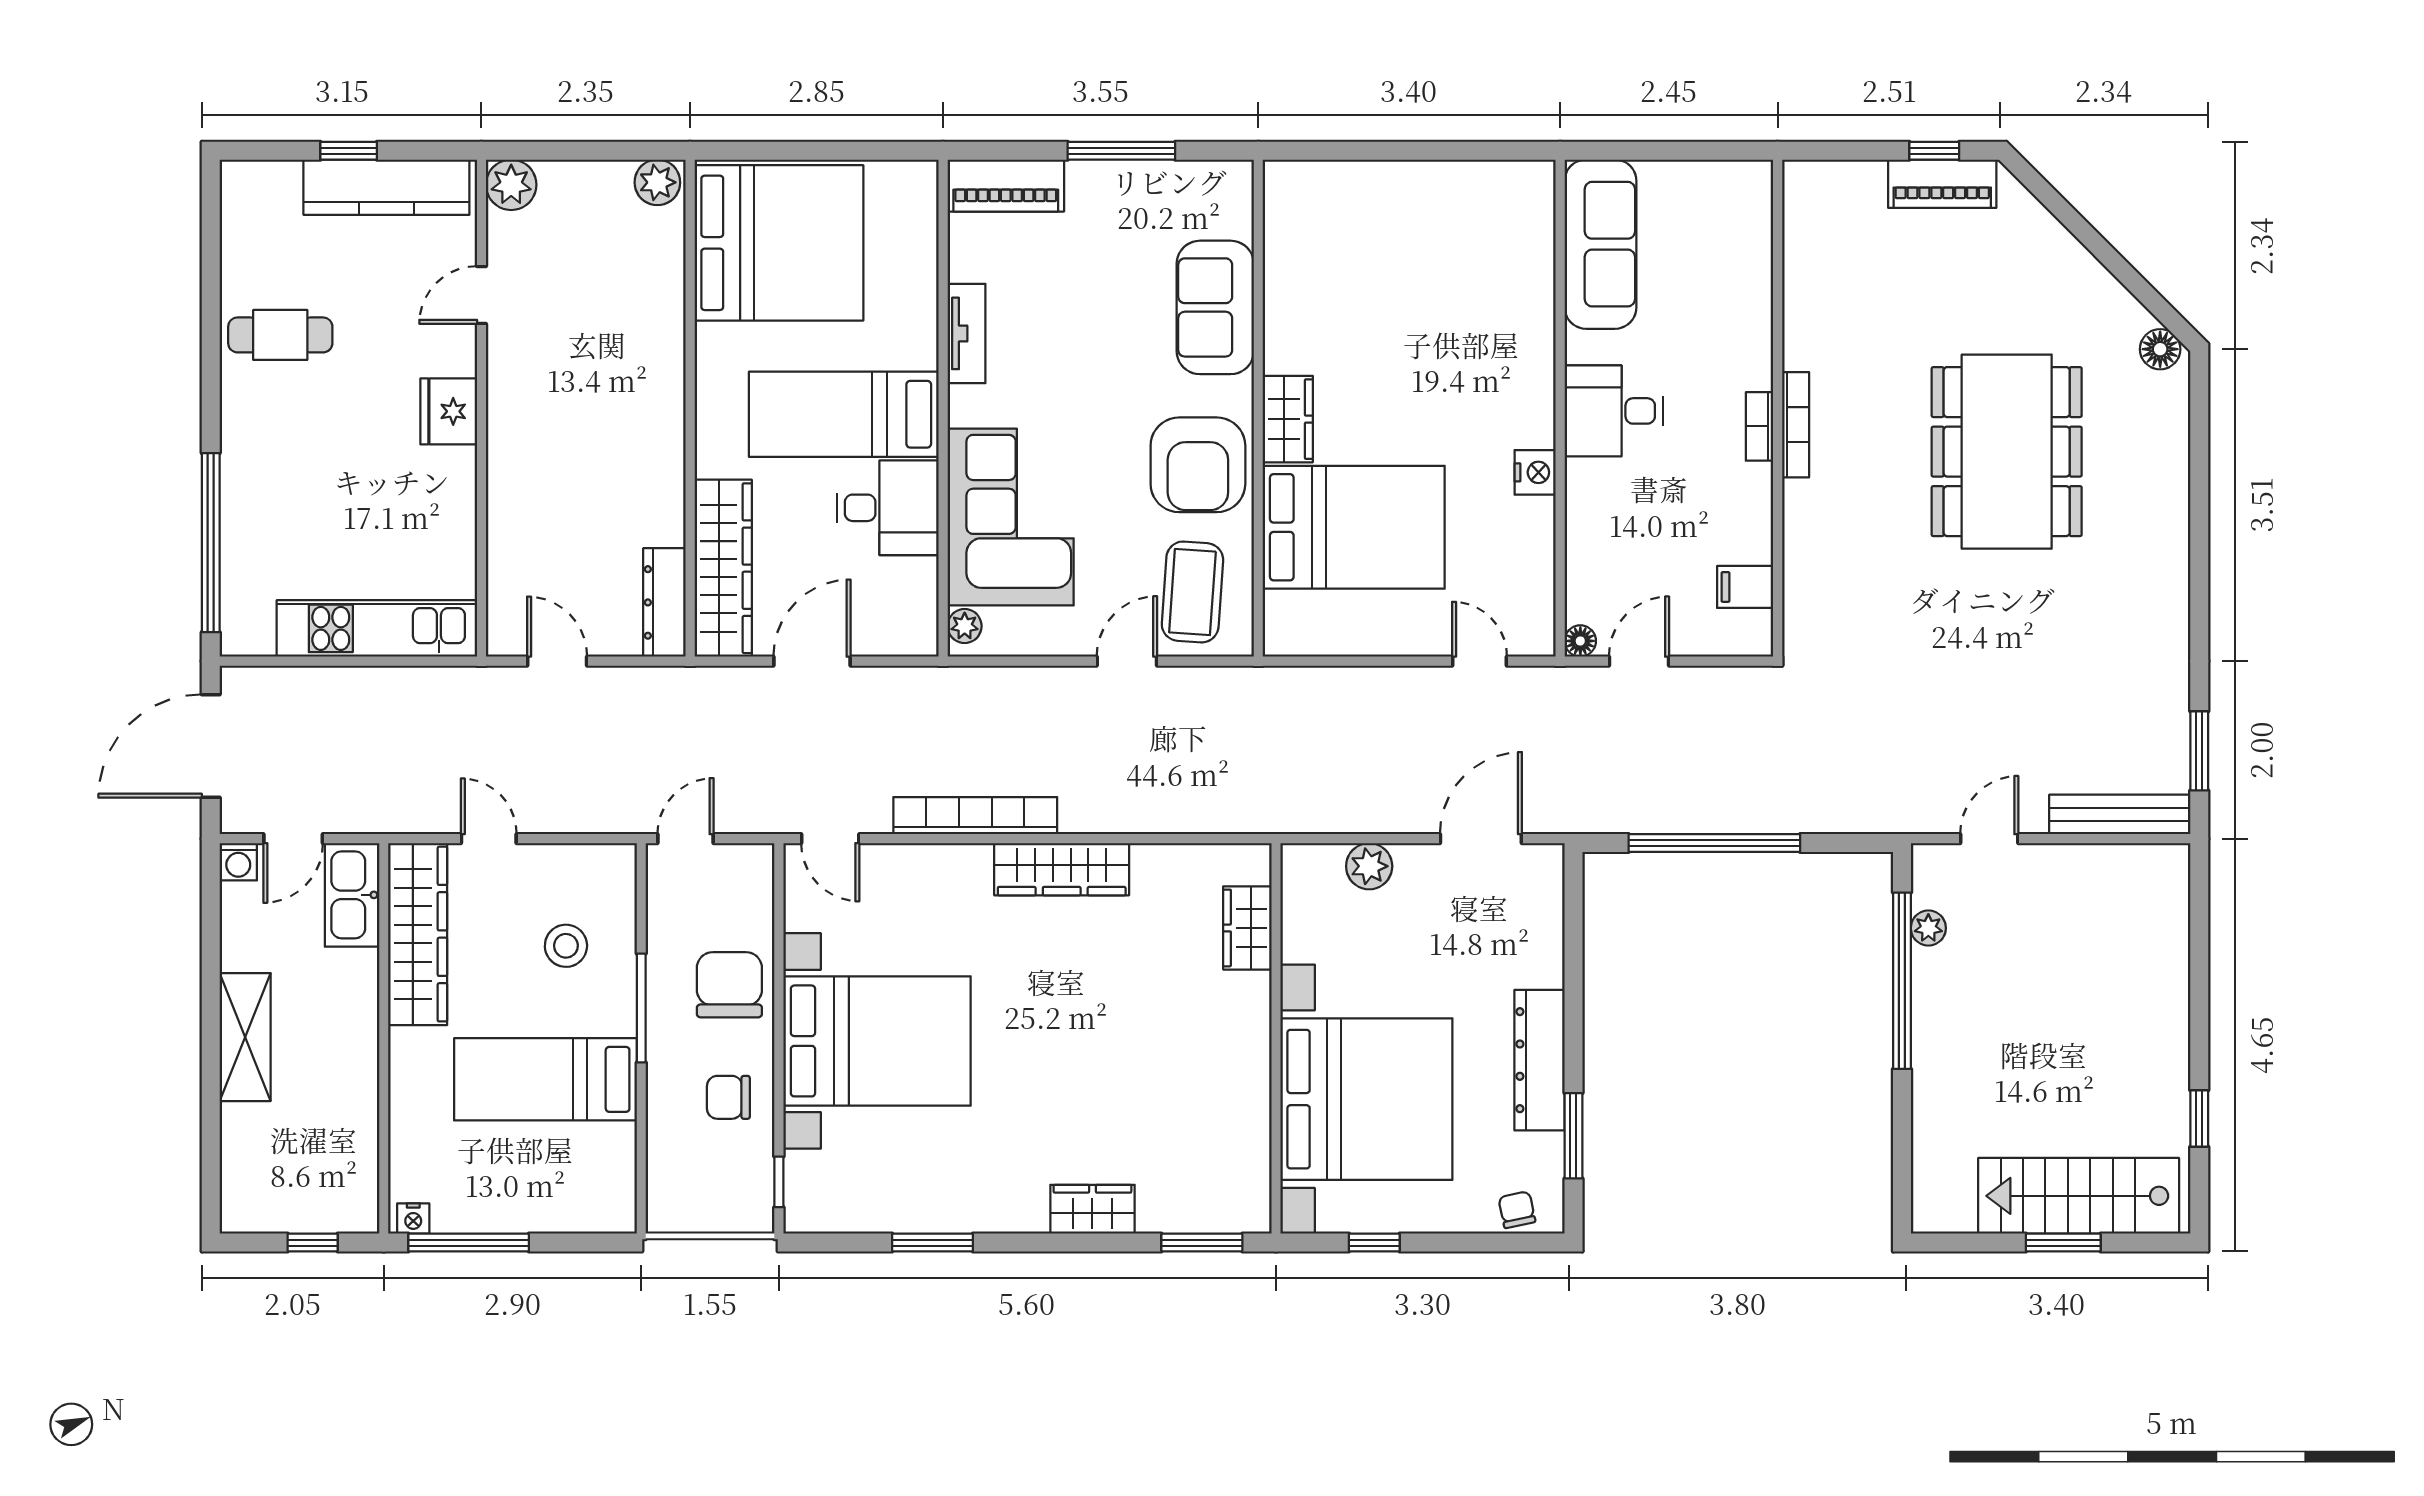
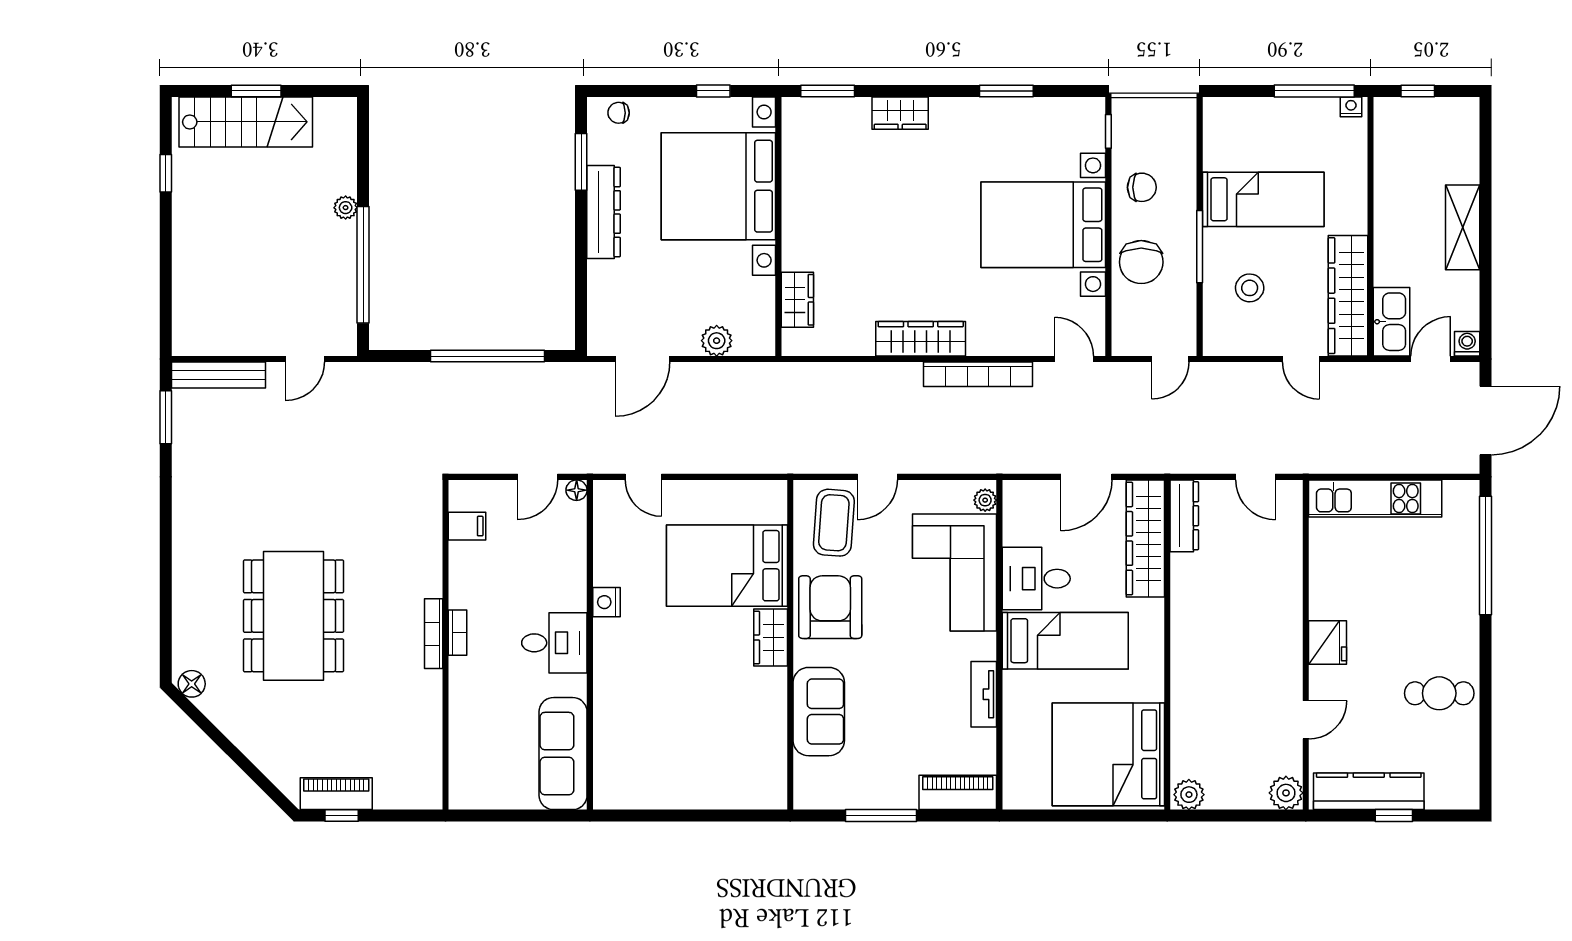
plant: (1928, 928) -> (346, 208), moved
chair: (1517, 1210) -> (619, 113), turned 102

